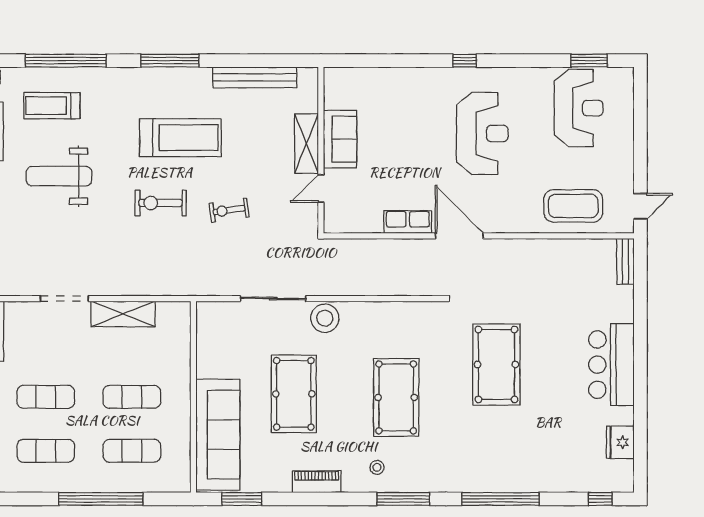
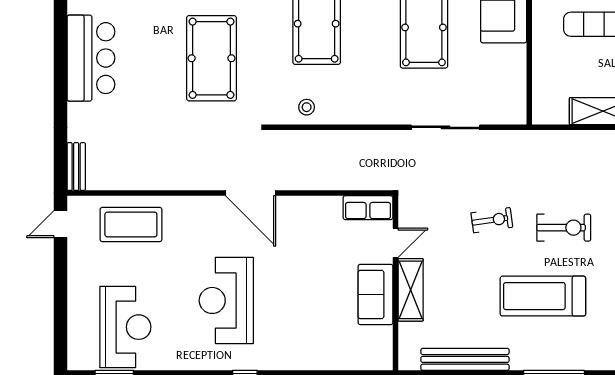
reception desk: (579, 108) -> (125, 327), turned 180
row of seats: (408, 222) -> (368, 208), moved
stool: (325, 318) -> (307, 107), moved, width x0.53, depth x0.53

